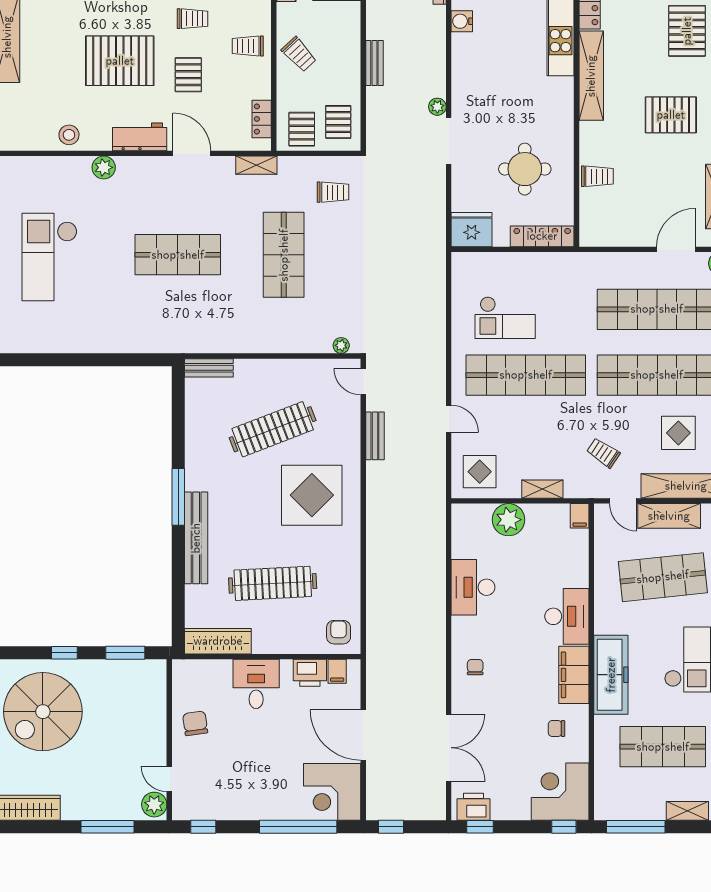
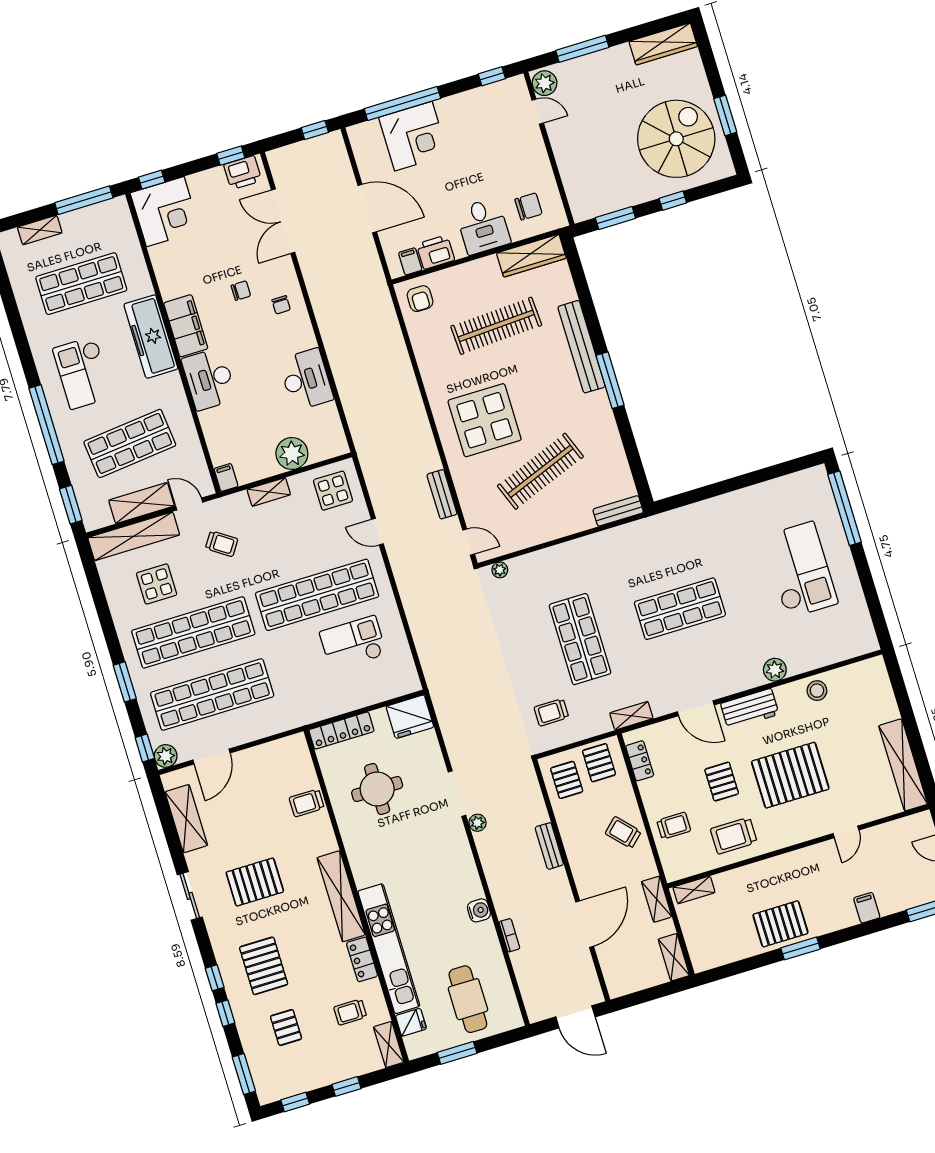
trolley: (193, 19) -> (734, 836), width x1.36, depth x1.39
chair: (195, 723) -> (528, 206), moved, turned -82
chair: (557, 729) -> (241, 291), moved
corner desk: (332, 792) -> (413, 136), moved, turned 90

